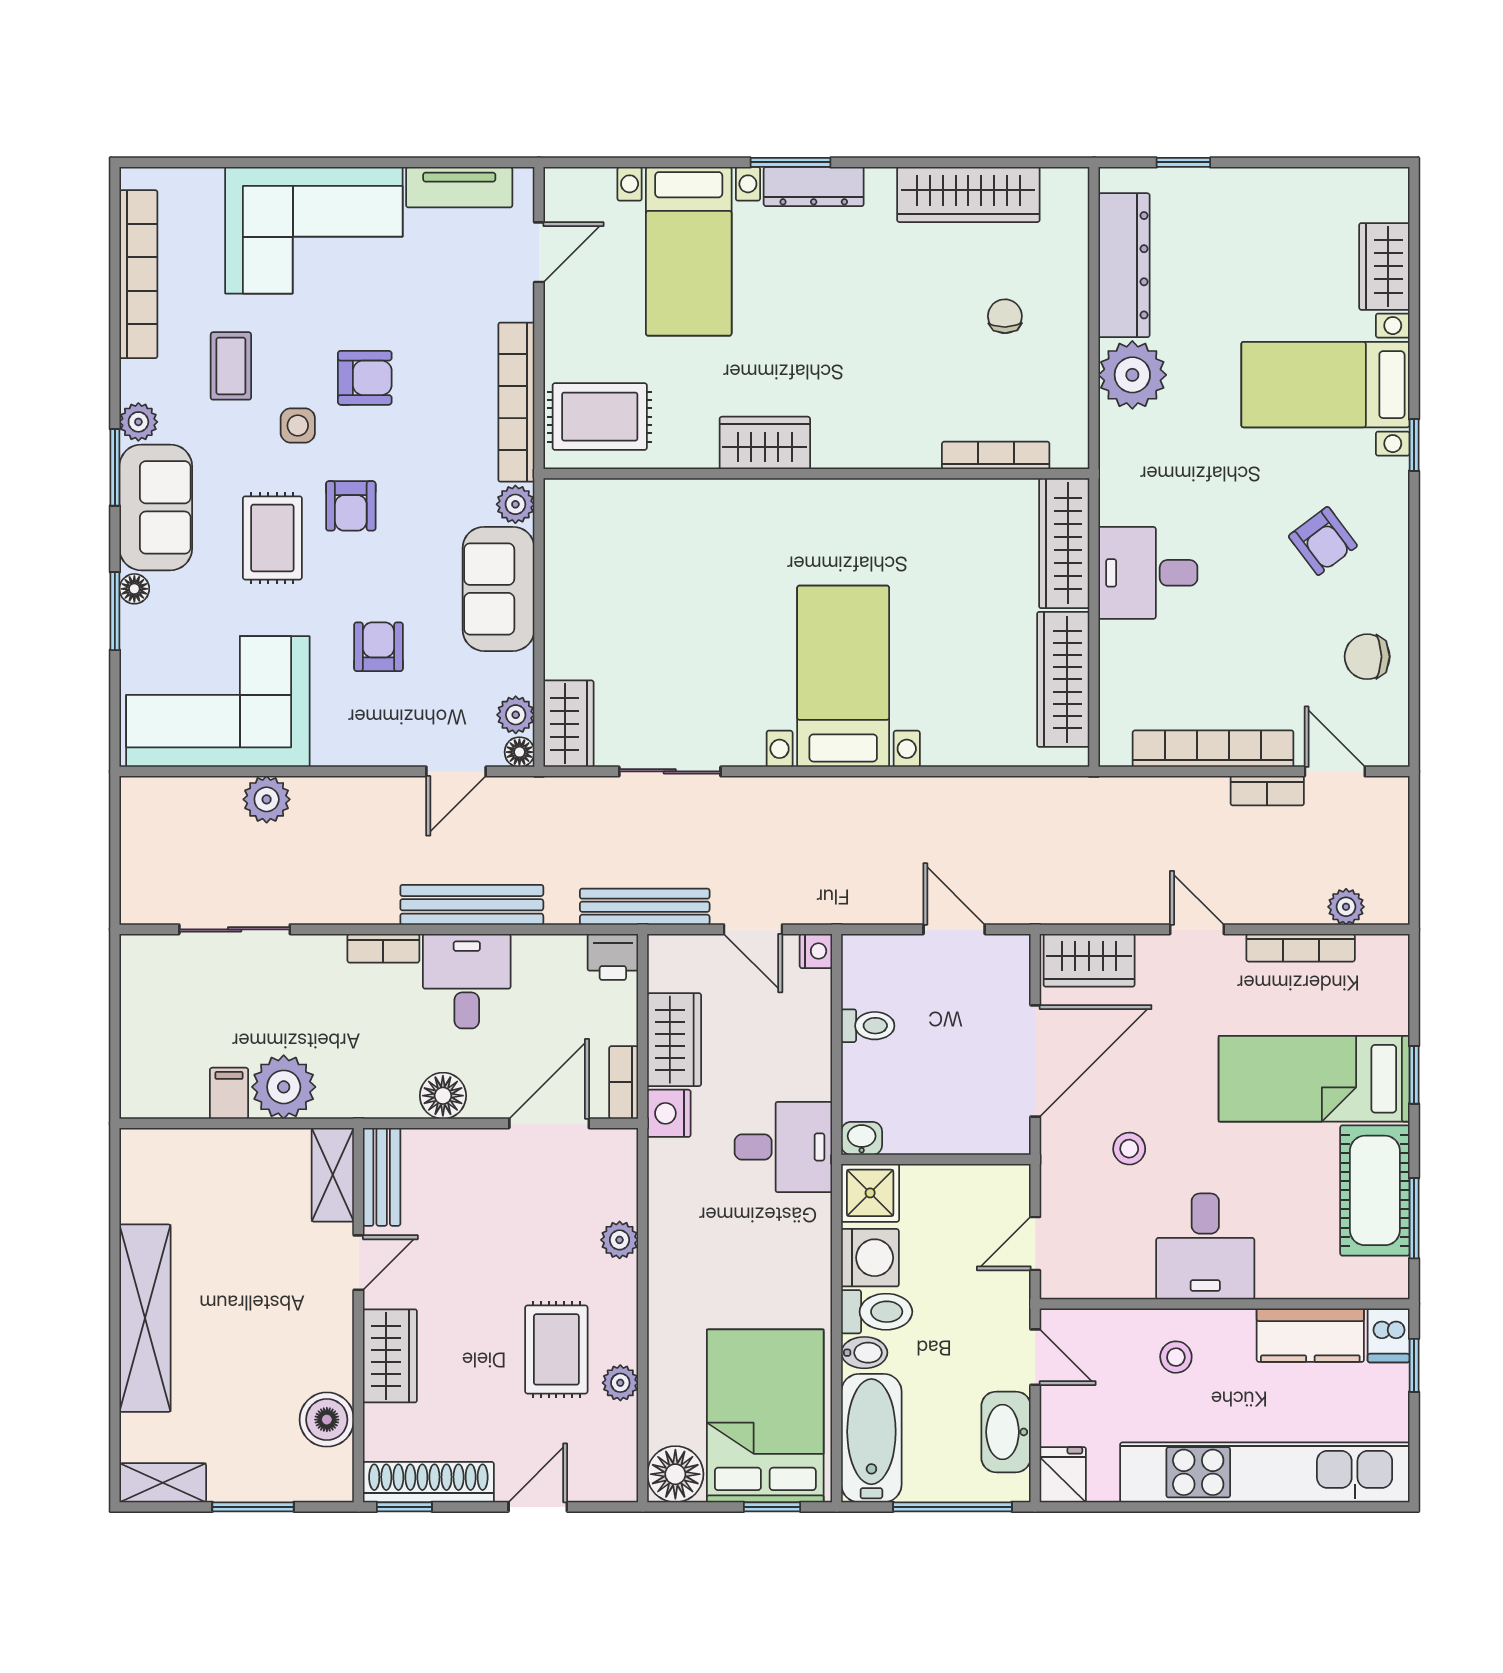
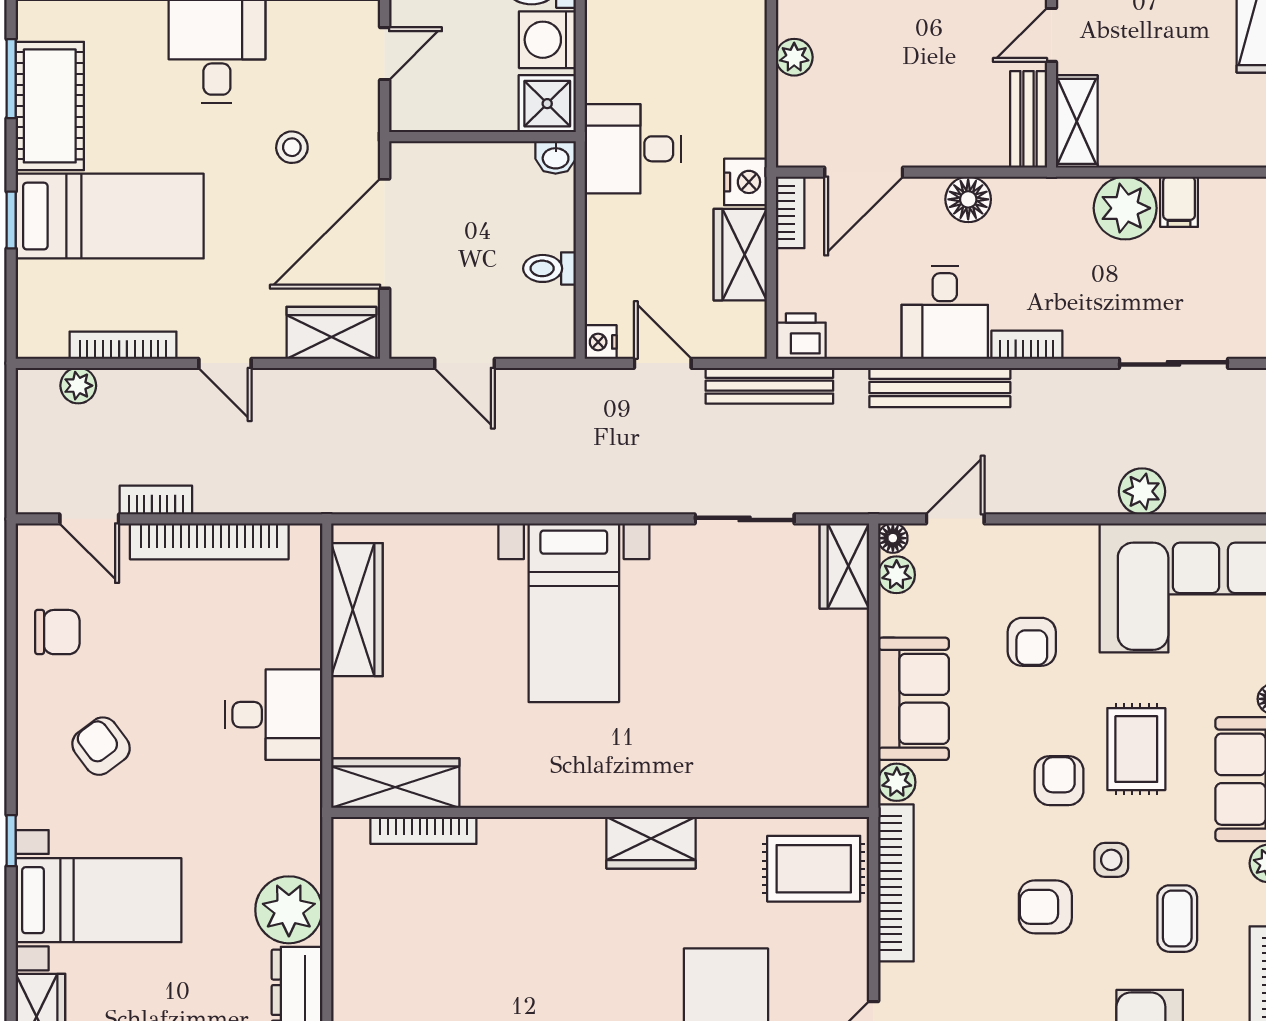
chair: (1005, 316) -> (414, 968), removed
wardrobe: (1064, 543) -> (395, 783), moved, turned -90

